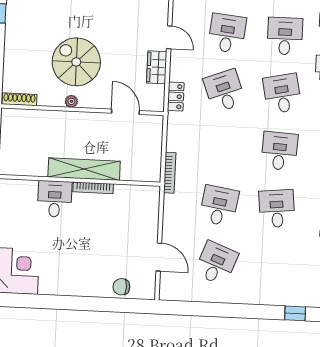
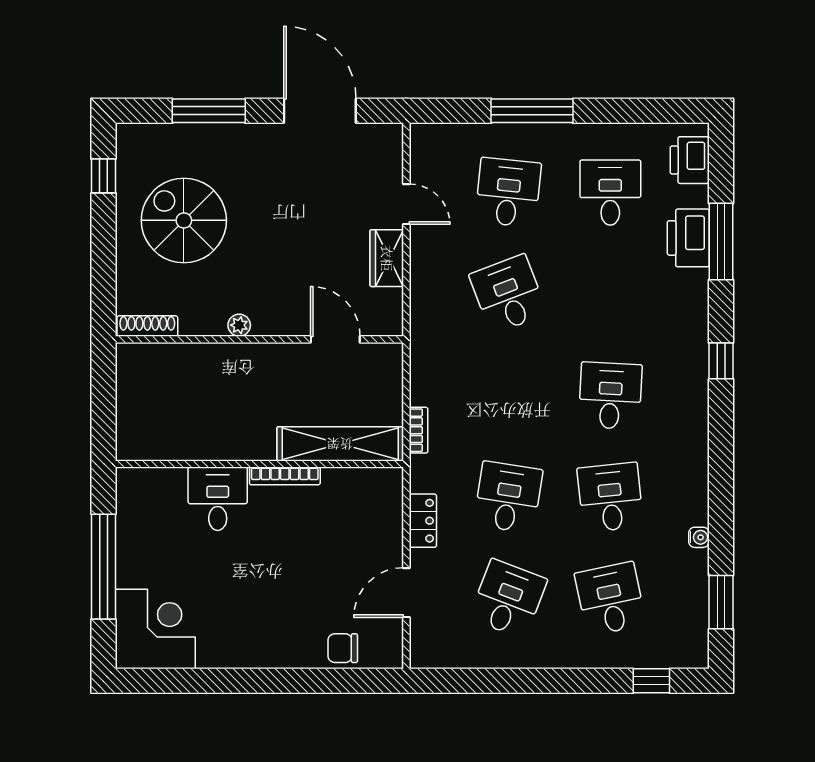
spiral stairs: (76, 62) -> (184, 220), moved
desk: (282, 94) -> (610, 599), moved
locker: (176, 97) -> (423, 521), moved
shelving: (84, 169) -> (340, 444), moved
bookcase: (170, 173) -> (418, 430), width x0.64
door: (159, 257) -> (406, 593), swing flipped

